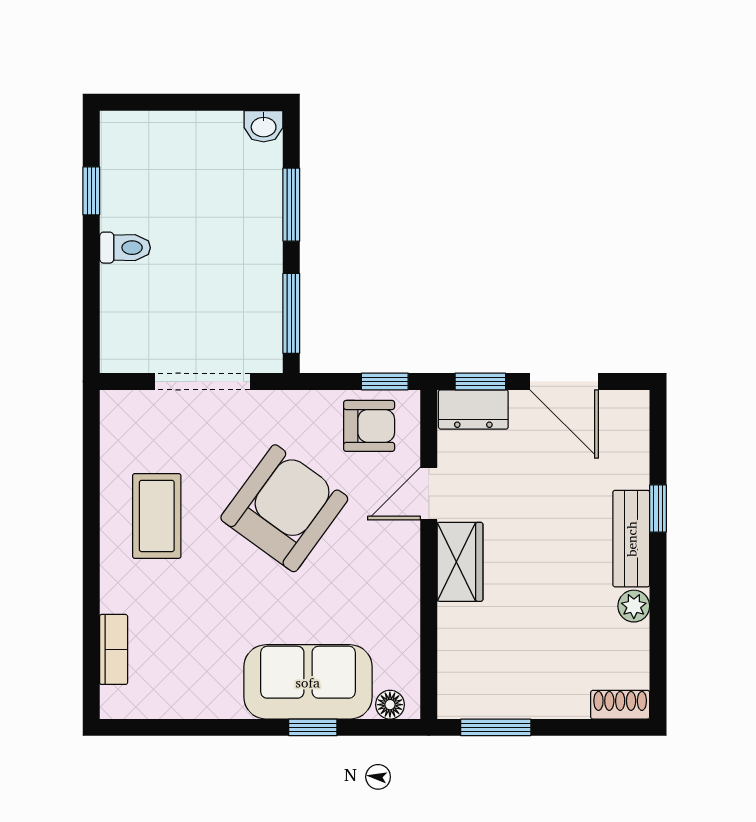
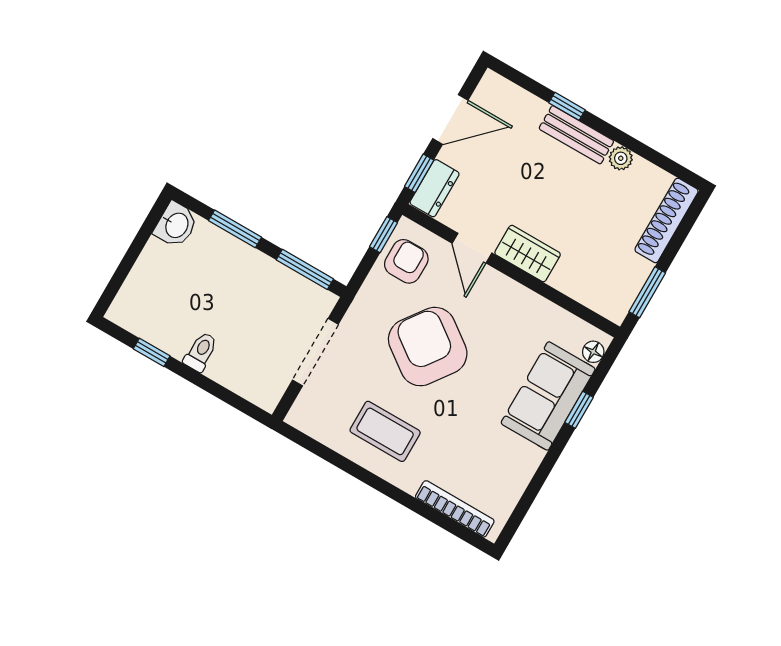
washbasin: (264, 126) -> (176, 225), width x1.38, depth x1.45
bookcase: (114, 649) -> (455, 509), width x1.56
shoe rack: (620, 705) -> (667, 220), width x1.94, depth x1.24

